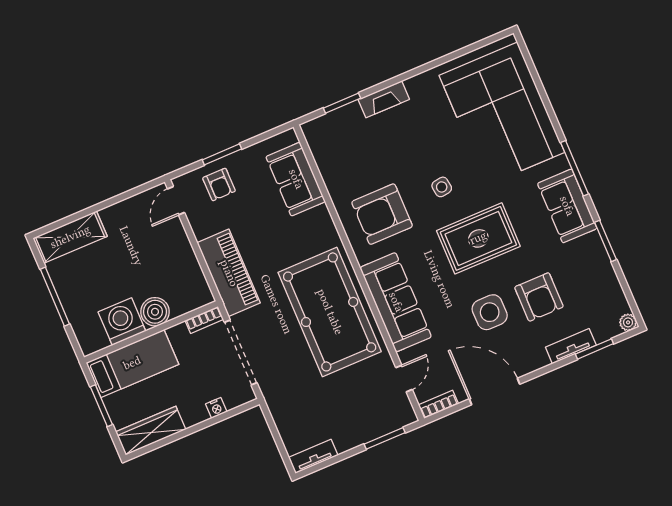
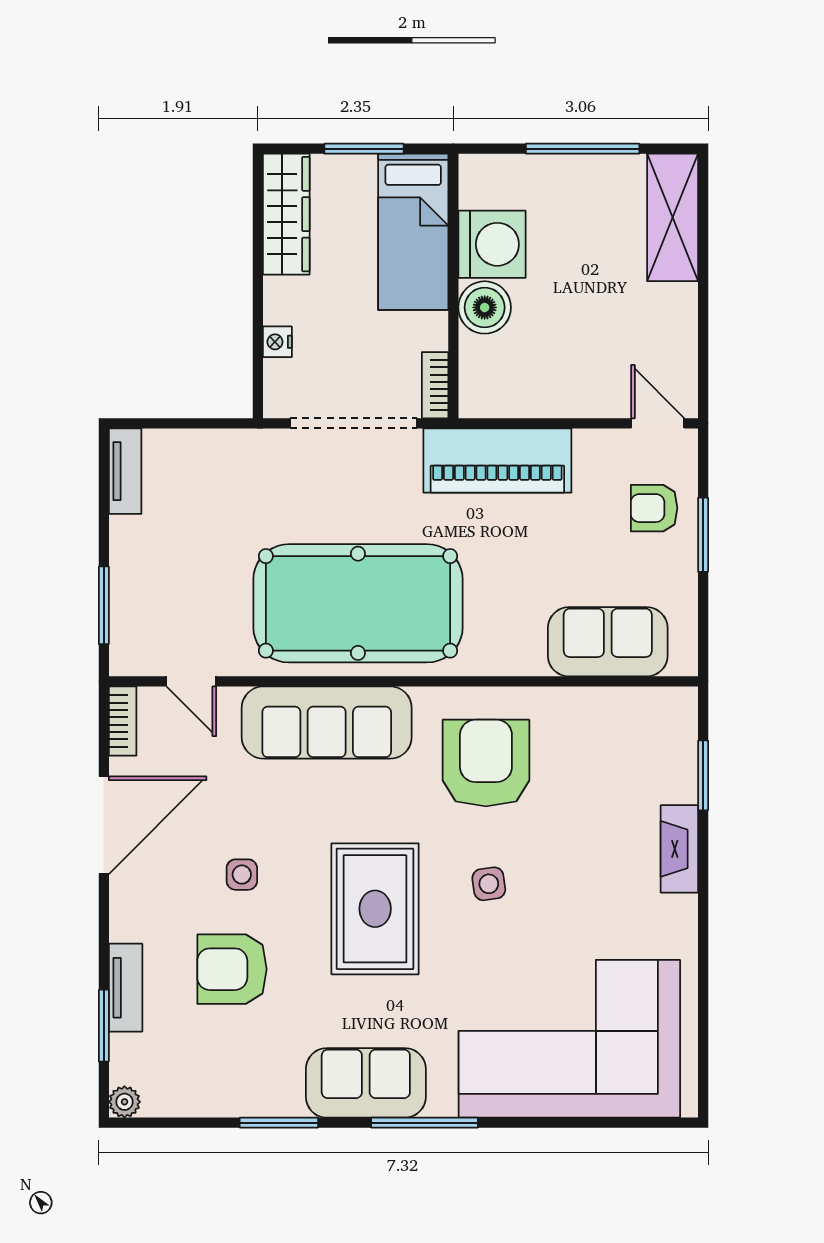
side table: (490, 312) -> (242, 875), width x0.54, depth x0.54

